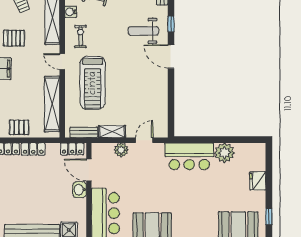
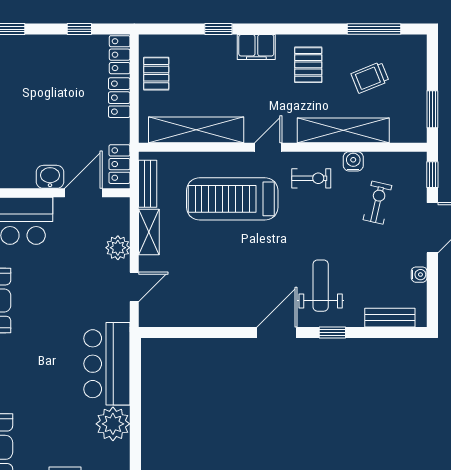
door: (144, 140) -> (134, 287), hinge flipped

